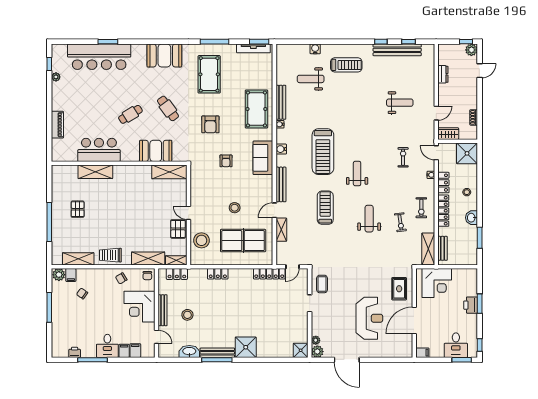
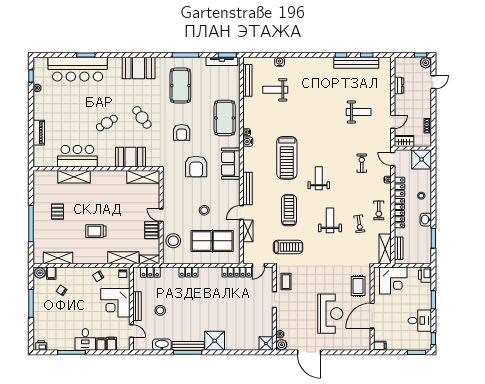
treadmill: (346, 65) -> (288, 247), moved
bench: (281, 102) -> (247, 80), moved
water cooler: (281, 149) -> (248, 142), moved
armchair: (226, 161) -> (196, 166), width x1.88, depth x1.88
trolley: (110, 255) -> (96, 231), moved
printer: (471, 305) -> (425, 275), moved
desk: (456, 345) -> (420, 321), moved, turned -90
printer: (75, 352) -> (41, 345), moved

